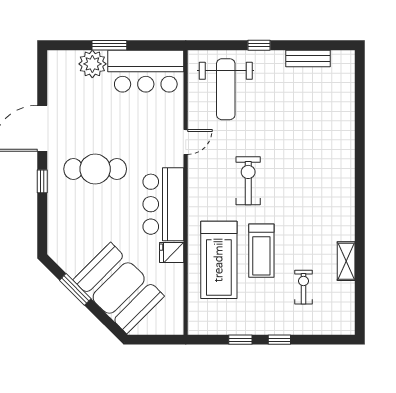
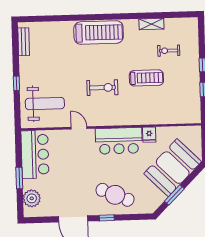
bench: (308, 58) -> (24, 42), moved
plant: (92, 64) -> (32, 198), moved
cafe table: (95, 169) -> (115, 195), moved, turned -67
exercise bike: (248, 181) -> (102, 88), turned 180
treadmill: (219, 260) -> (99, 33), moved

